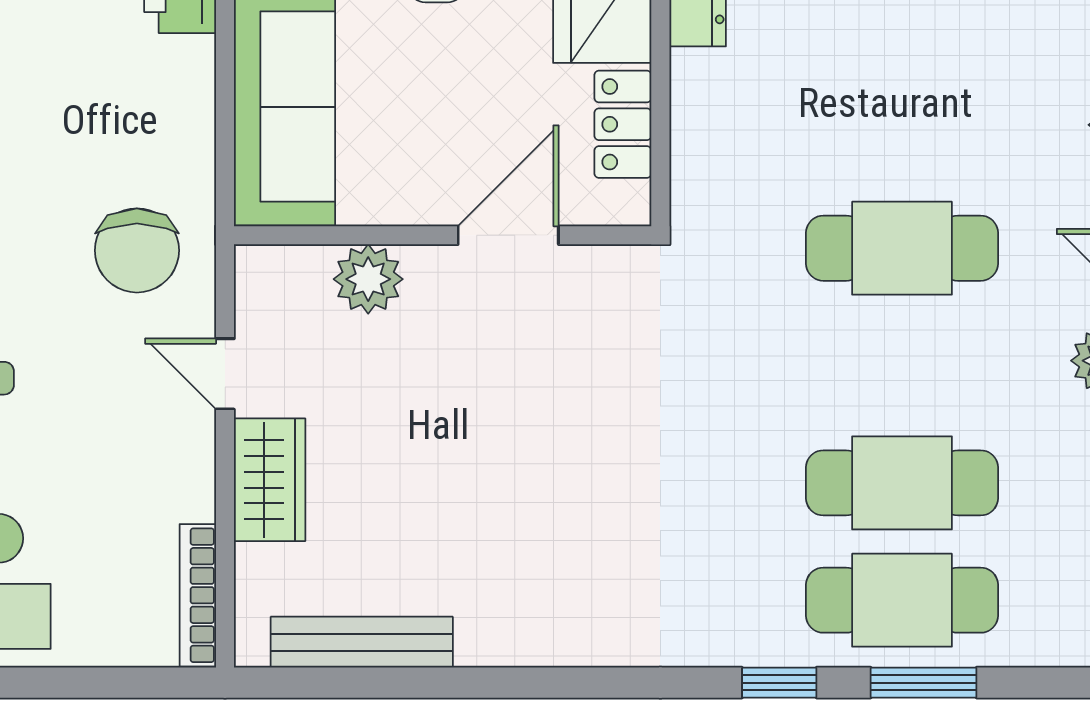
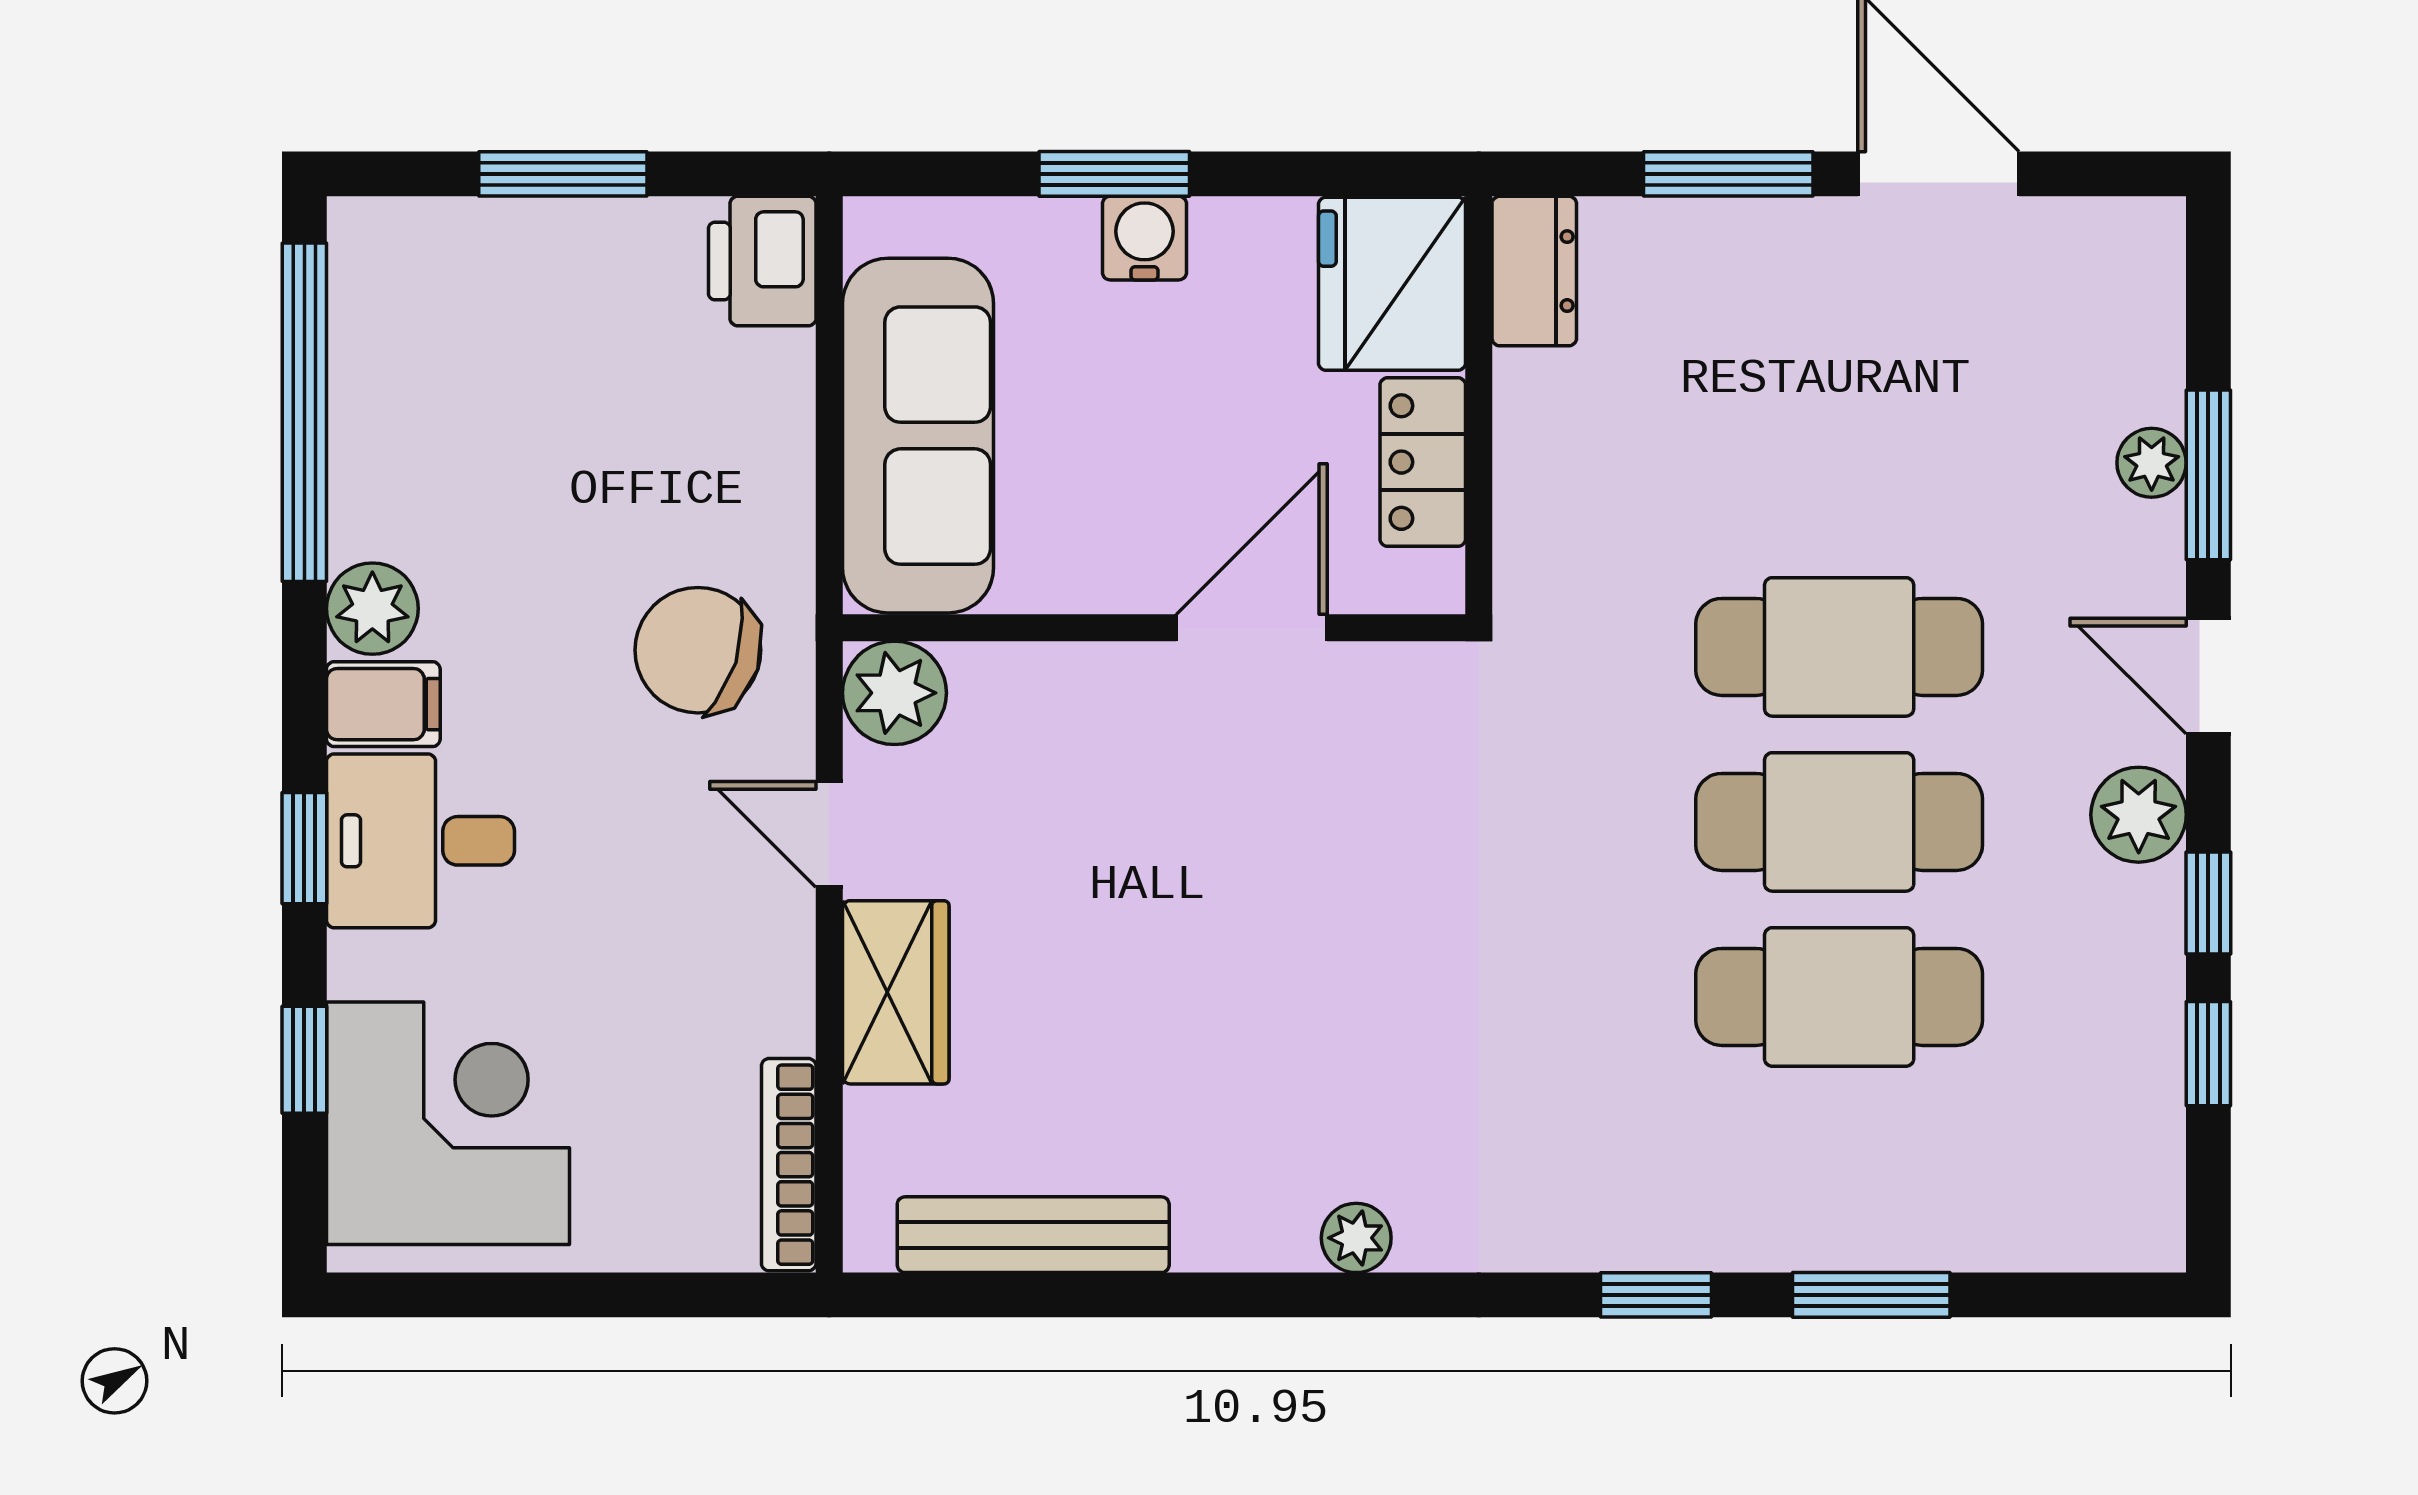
chair: (137, 250) -> (698, 650), turned 108
plant: (368, 279) -> (894, 693), moved
cafe table: (902, 600) -> (1839, 822), moved
plant: (578, 644) -> (1356, 1238), added

